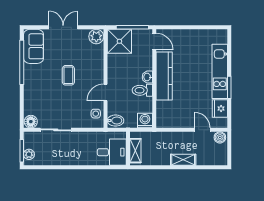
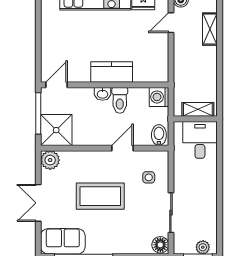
coffee table: (68, 75) -> (100, 196), width x1.86, depth x1.72
kitchen counter: (164, 76) -> (112, 72), width x0.67
door: (105, 92) -> (123, 148), swing flipped
side table: (96, 114) -> (149, 177), moved
shelving: (183, 160) -> (210, 29), moved

